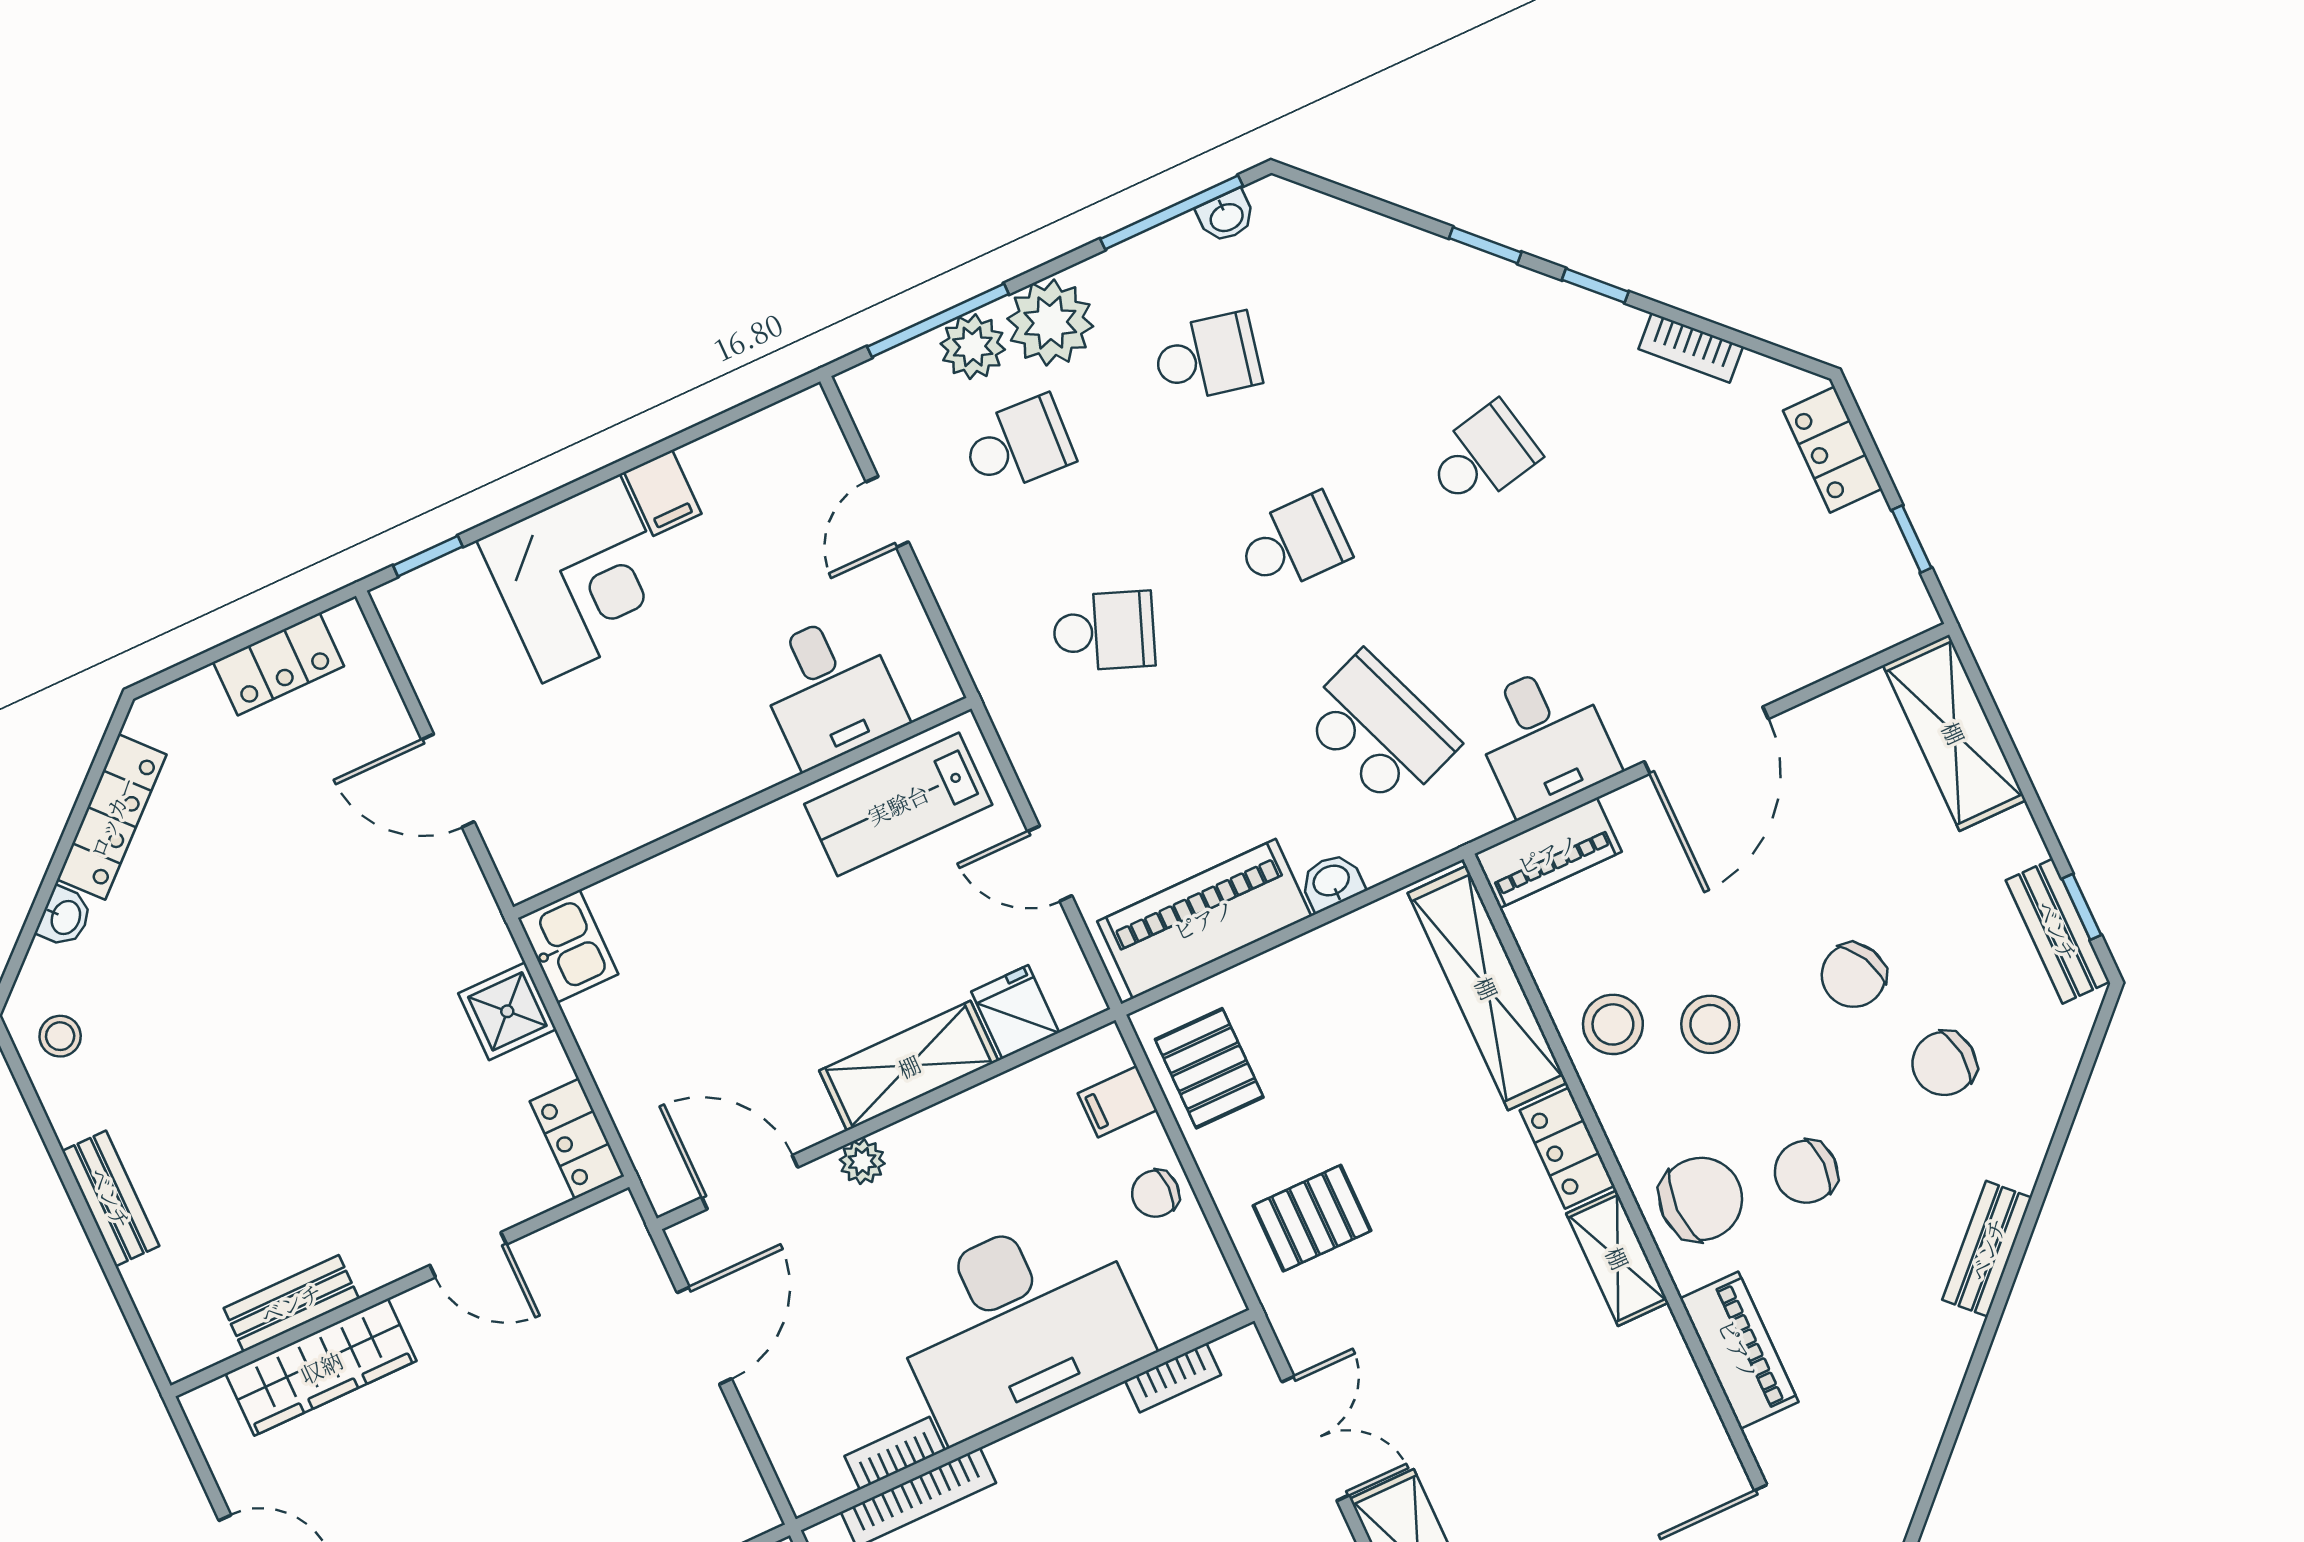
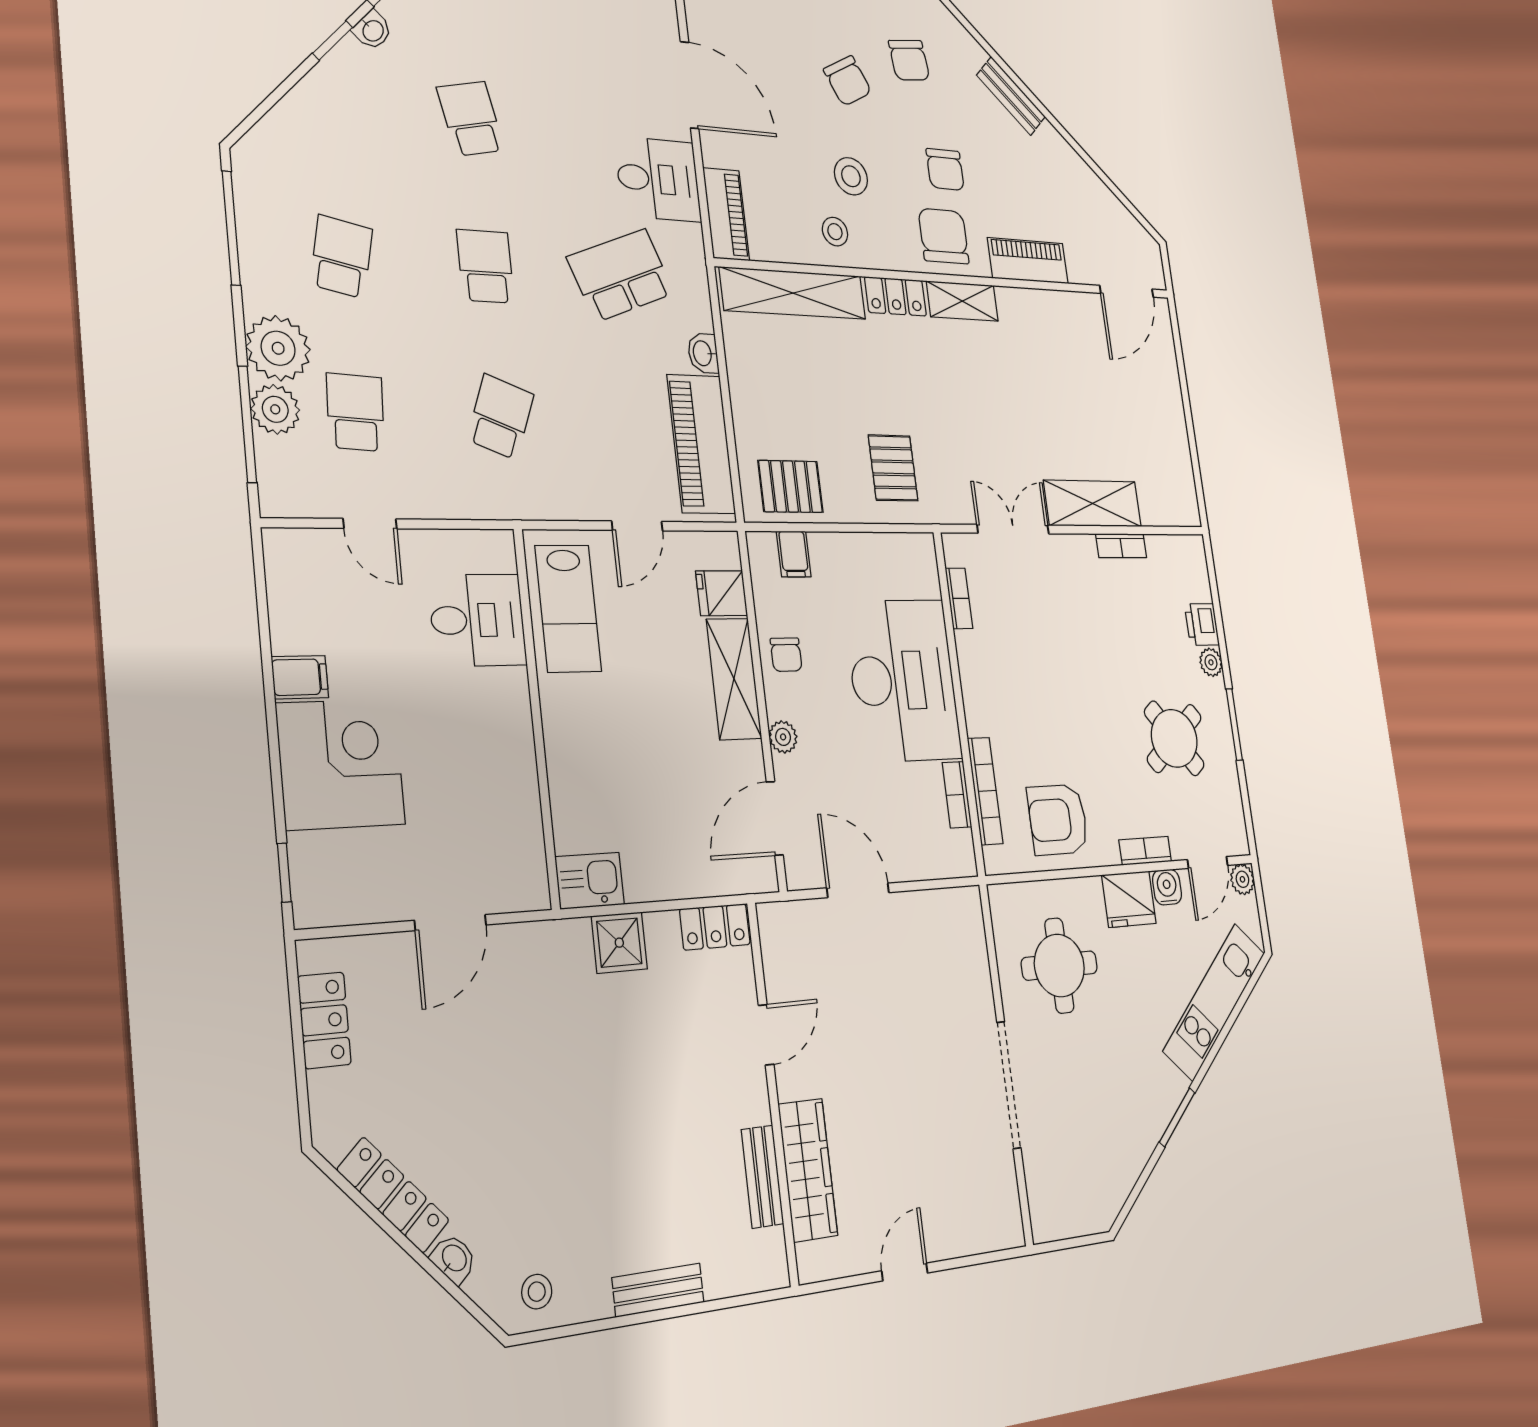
washbasin: (1226, 216) -> (372, 30), moved, turned 45
stool: (1613, 1024) -> (835, 232), width x0.73, depth x0.73
chair: (1155, 1194) -> (786, 655), moved

